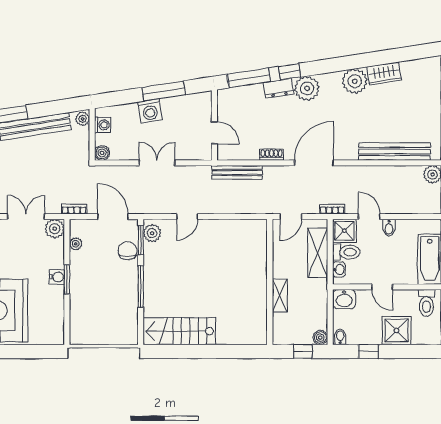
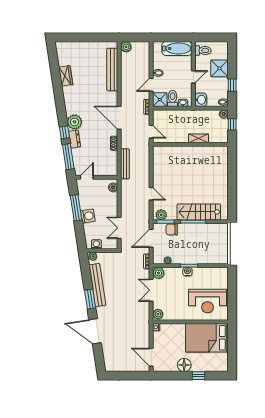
plant: (355, 81) -> (70, 93), removed
door: (214, 133) -> (87, 177), moved
boiler: (102, 153) -> (113, 187), moved
double door: (157, 163) -> (119, 228), moved
shelving: (318, 253) -> (173, 116), removed
stairs: (179, 331) -> (199, 212), moved, turned 90

